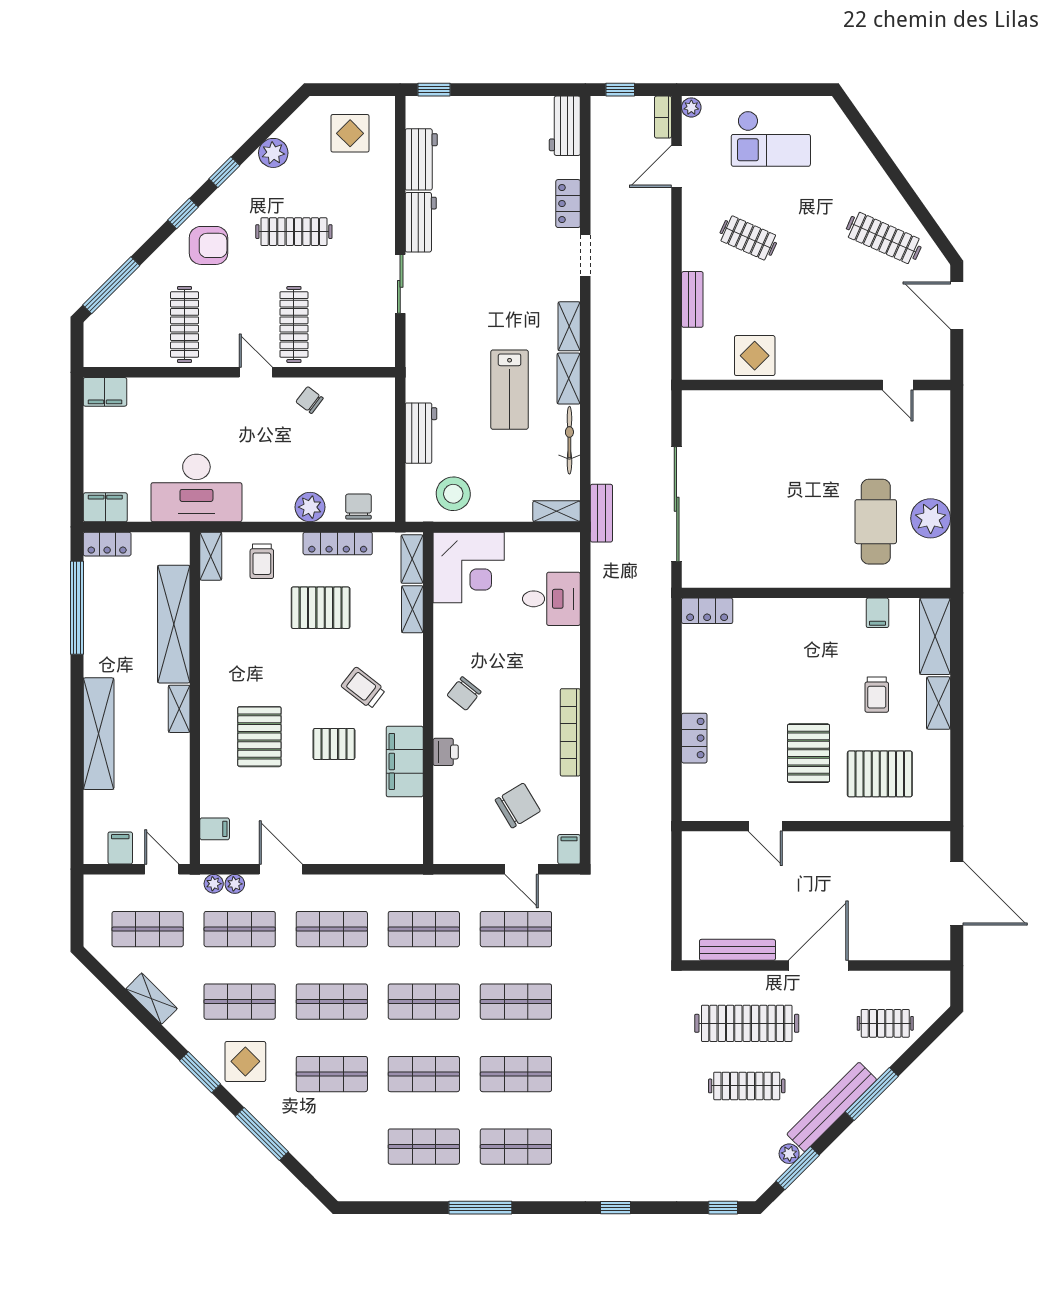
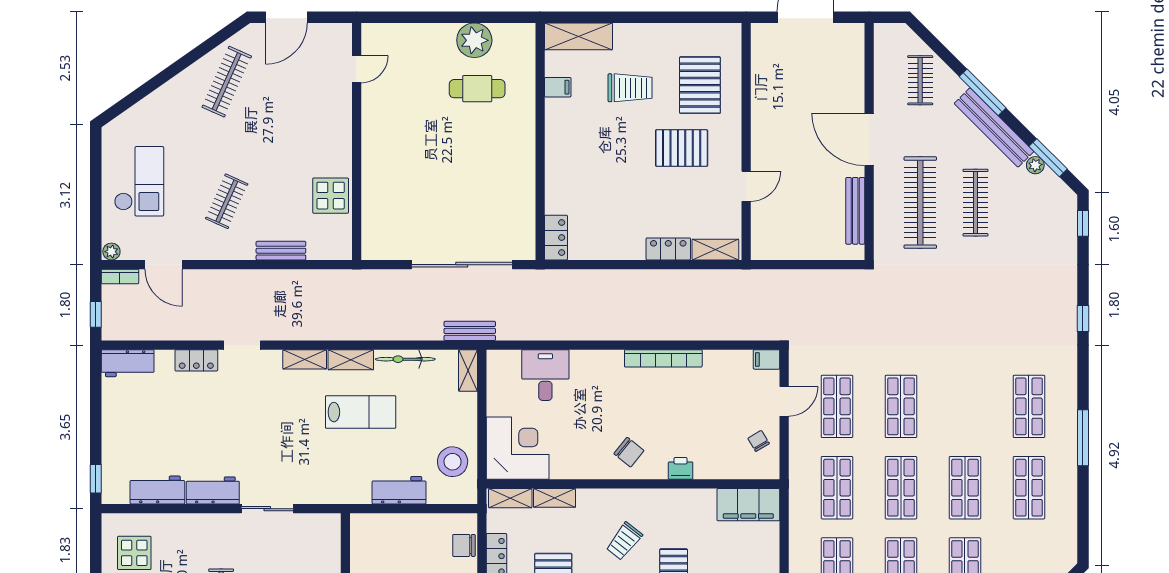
cafe table: (876, 522) -> (477, 89), width x0.73, depth x0.74
trolley: (877, 695) -> (630, 88), width x1.36, depth x1.39
shelving: (938, 703) -> (715, 250), moved
filing cabinet: (405, 761) -> (748, 505), moved
chair: (518, 806) -> (759, 441), moved, width x0.54, depth x0.54
shop shelf: (516, 1074) -> (965, 406), removed

